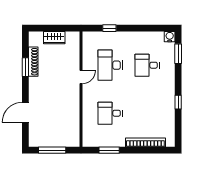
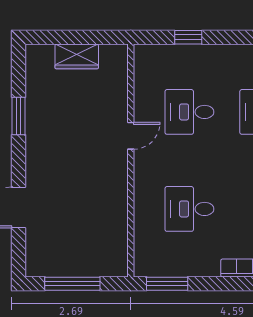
shoe rack: (33, 62) -> (34, 105), removed
desk: (110, 65) -> (189, 112), width x0.73
window: (109, 150) -> (167, 284), moved

